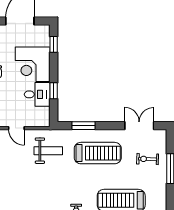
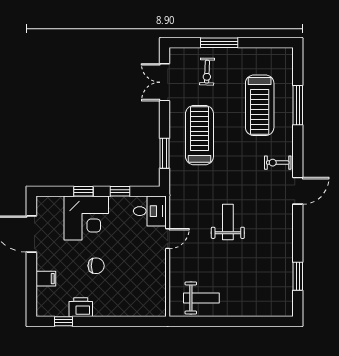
window: (54, 44) -> (83, 191), moved
desk: (37, 94) -> (150, 211), moved, turned 90
weight bench: (48, 151) -> (228, 222), moved

